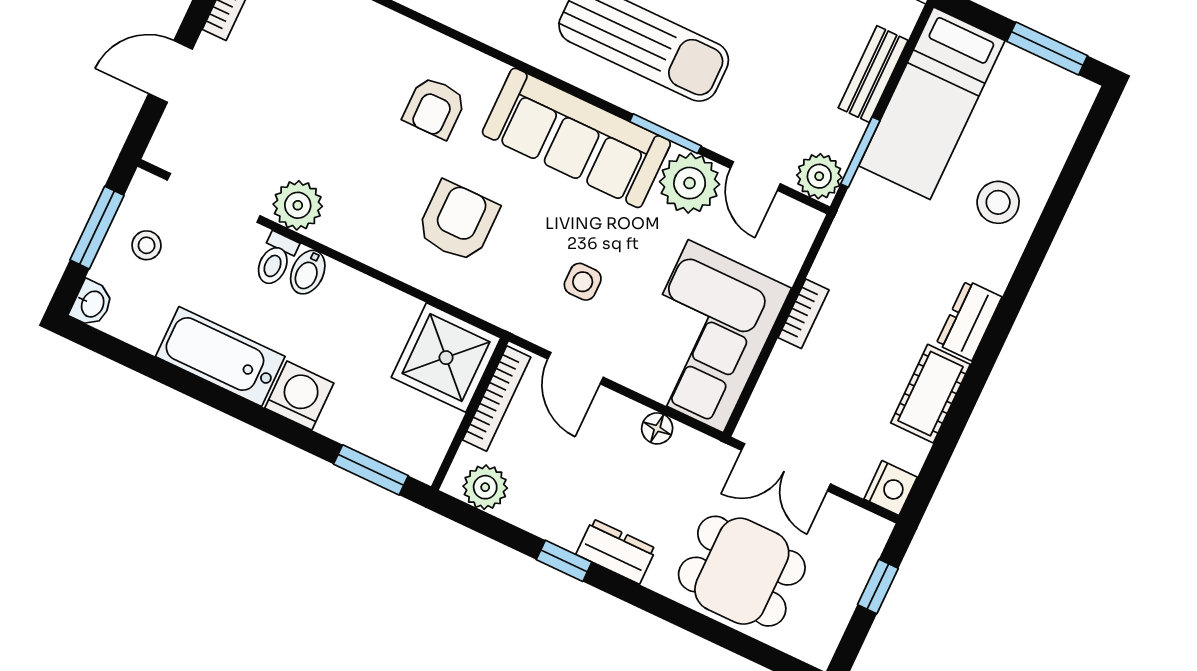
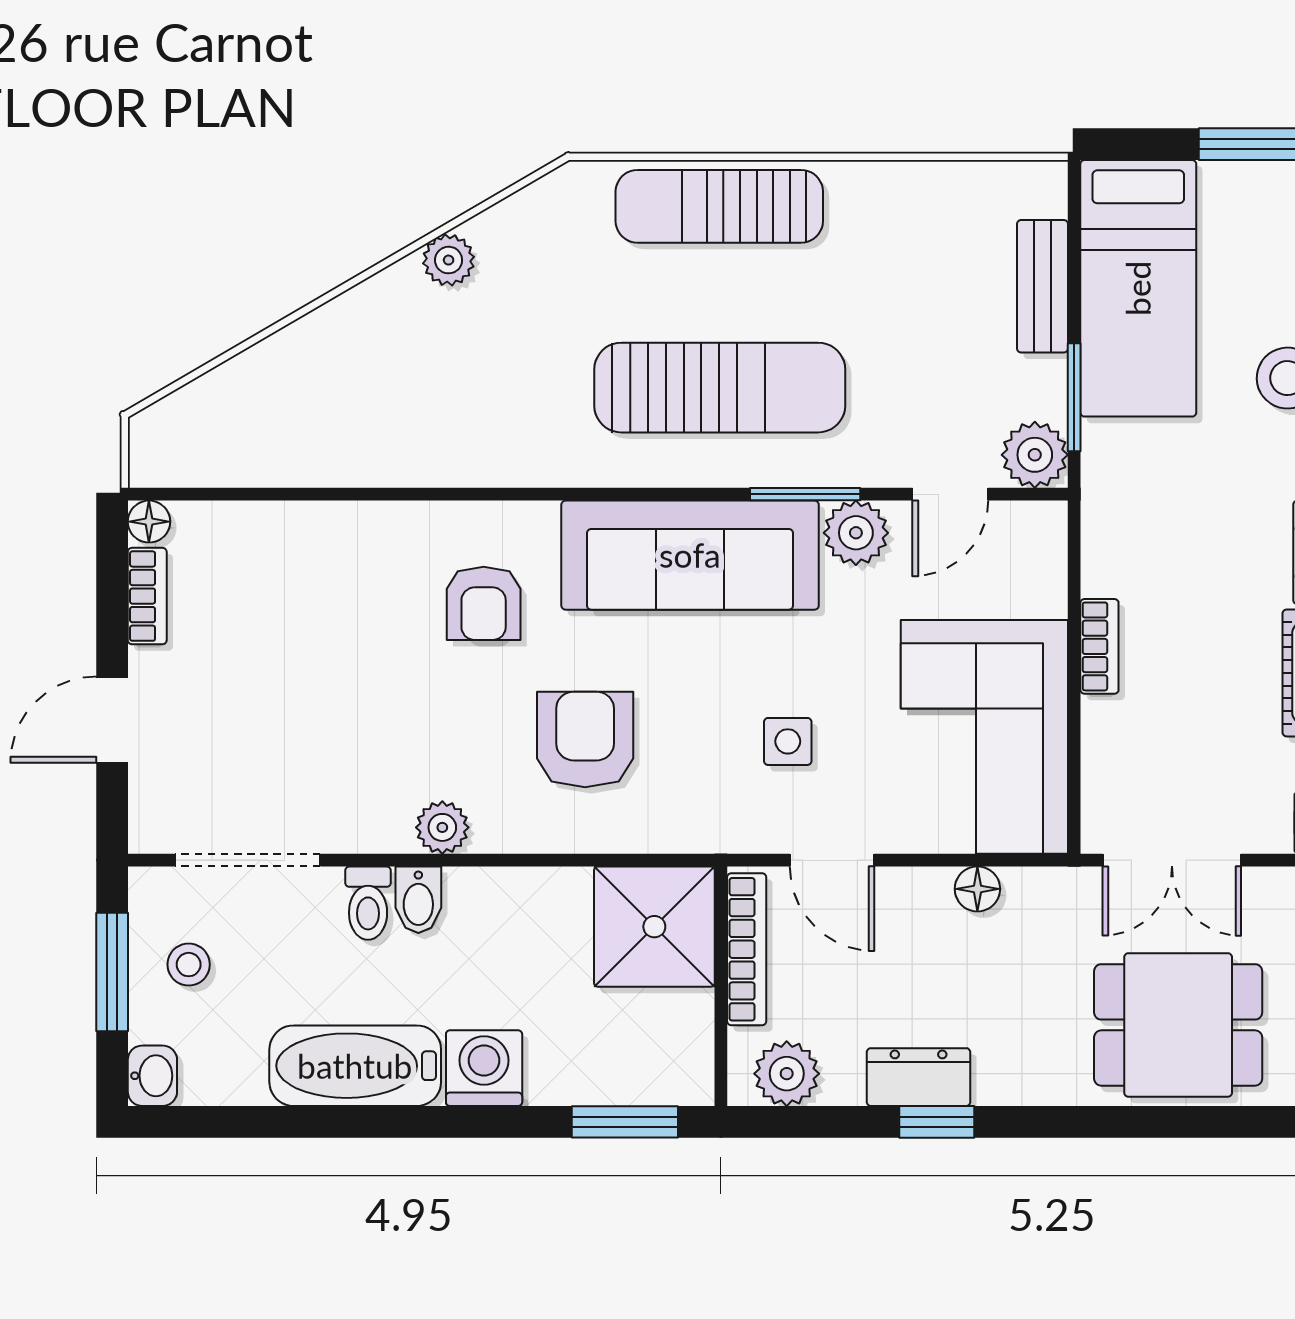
door: (755, 176) -> (950, 494), hinge flipped
plant: (690, 183) -> (856, 533), width x0.73, depth x0.73
plant: (298, 205) -> (442, 827), moved, width x0.73, depth x0.73
dresser: (616, 551) -> (919, 1077), moved

